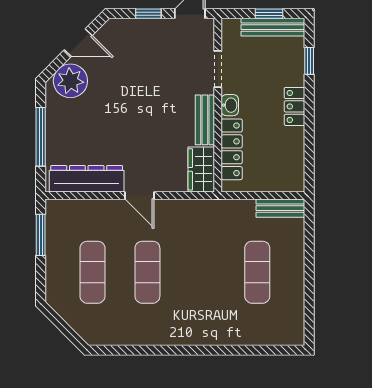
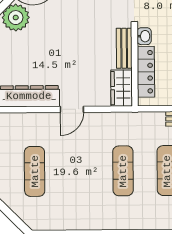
door: (139, 195) -> (72, 109), hinge flipped
exercise mat: (147, 272) -> (123, 171), moved

